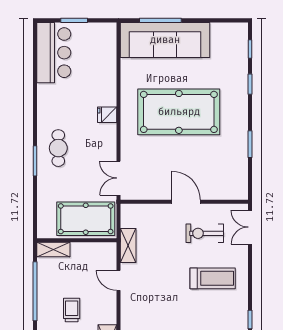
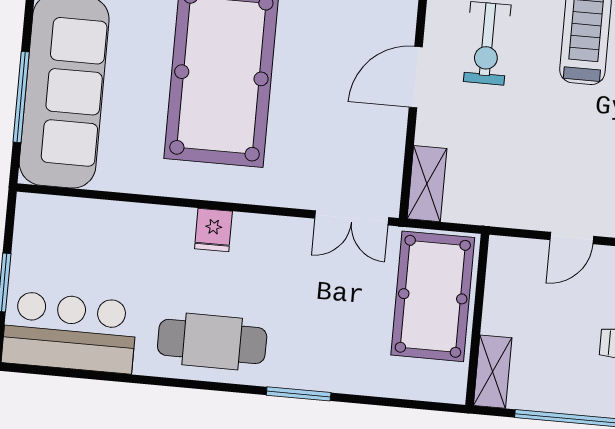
cafe table: (58, 148) -> (212, 341), moved, width x1.37, depth x1.35
shelving: (128, 246) -> (427, 184), moved, turned 90

